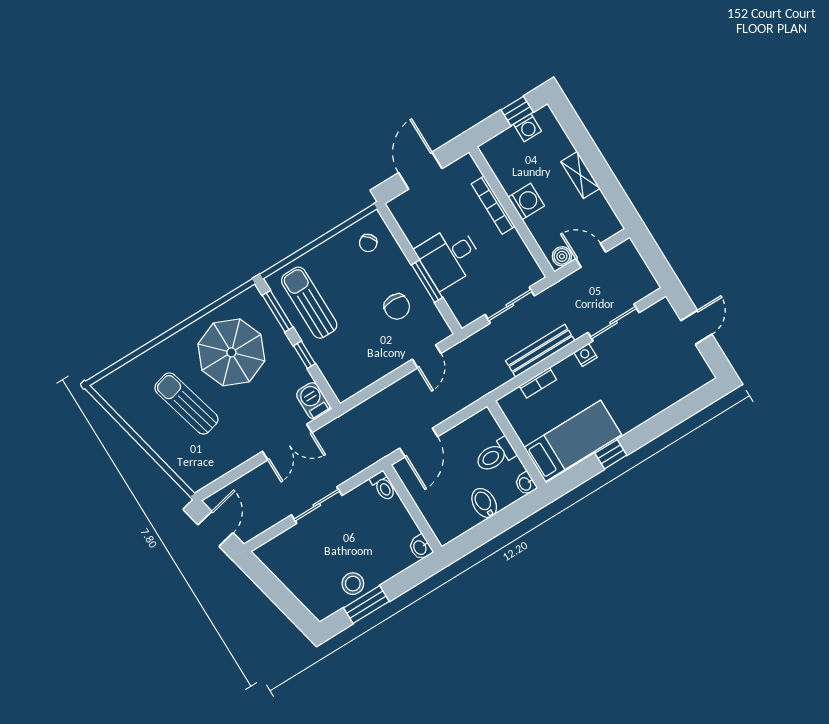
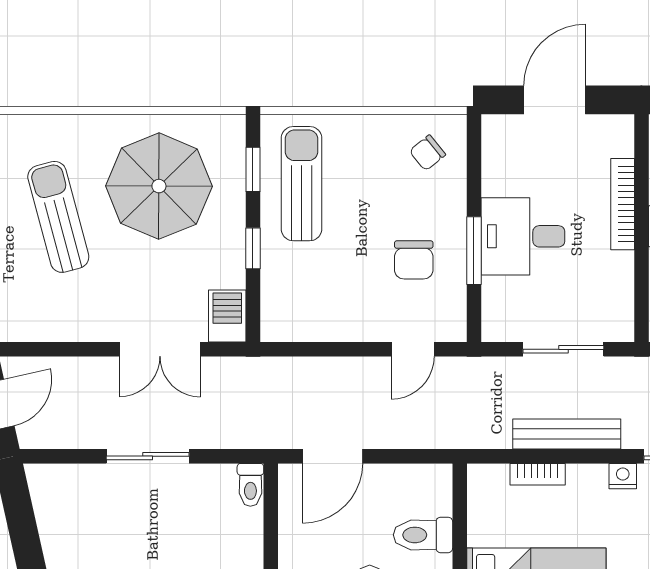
window: (278, 311) -> (253, 169), width x0.67

